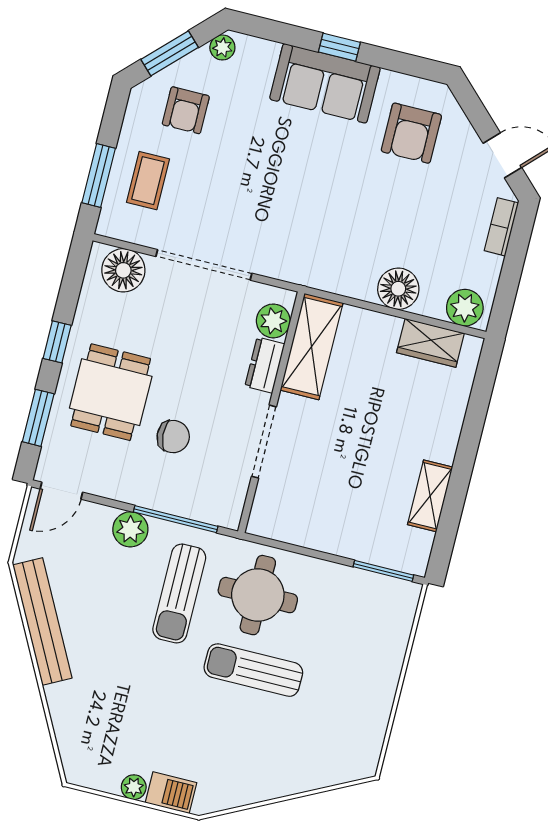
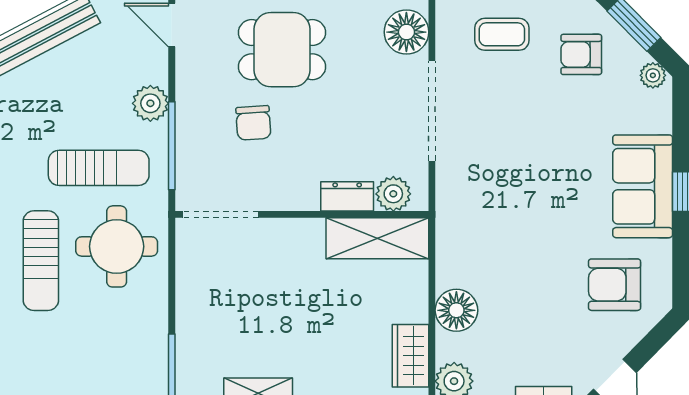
doorway: (264, 442) -> (220, 214), moved
sun lounger: (179, 594) -> (99, 168), turned 180
sun lounger: (253, 670) -> (41, 261), turned 180

